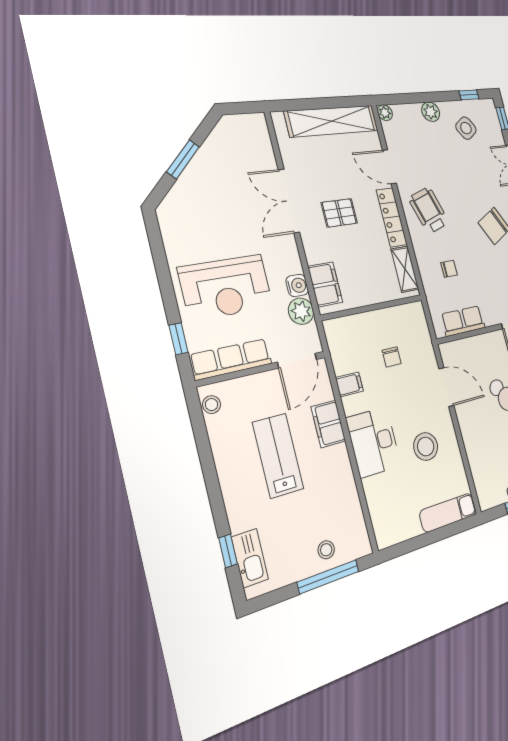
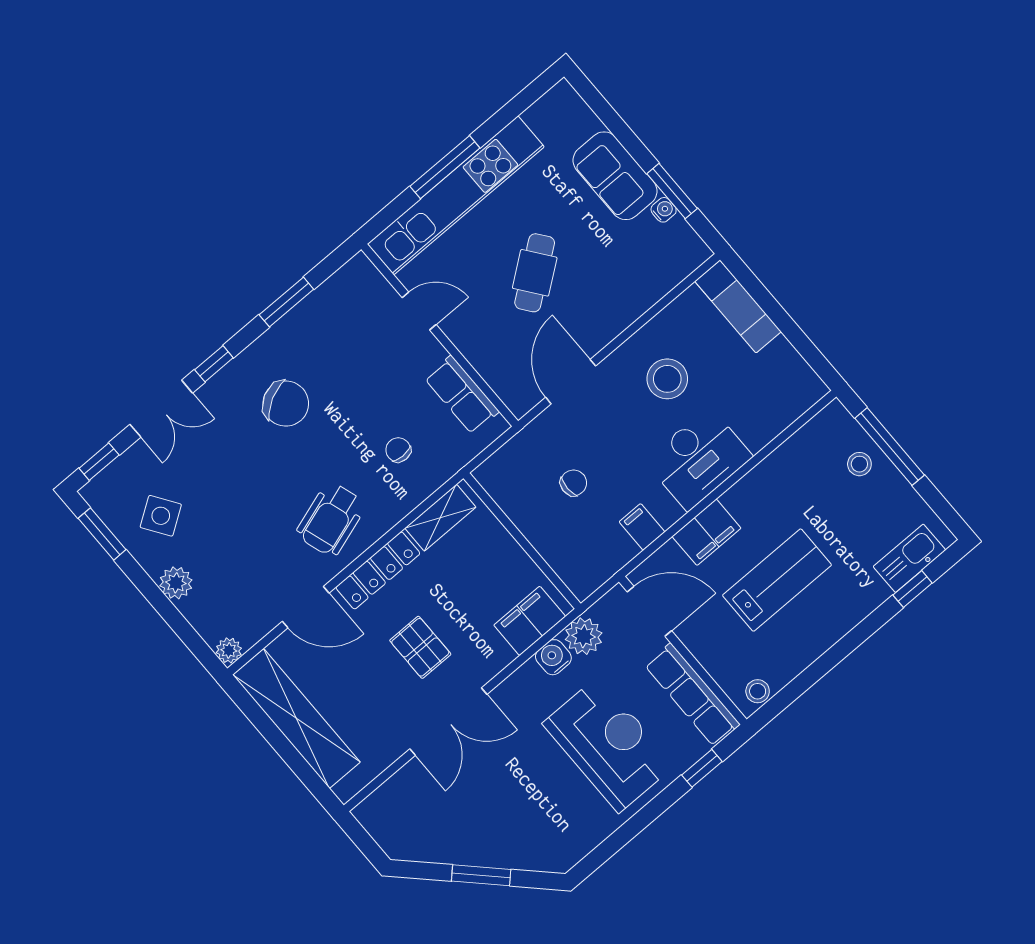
window: (469, 95) -> (102, 534), width x1.50
door: (389, 167) -> (306, 607), hinge flipped
lab bench: (278, 456) -> (777, 580), turned 180

